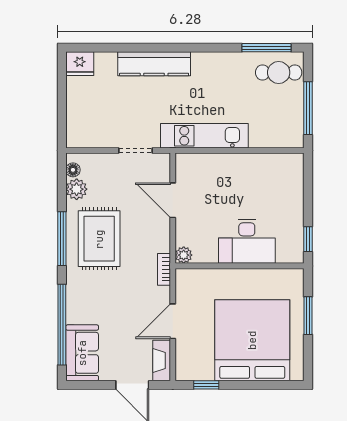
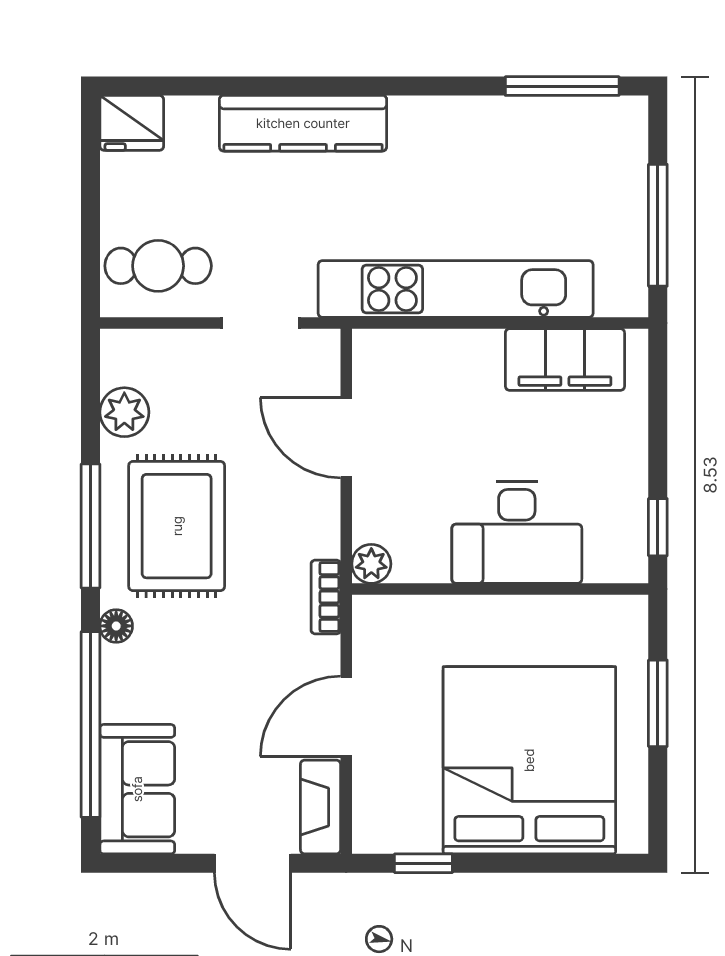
cafe table: (279, 72) -> (158, 266), moved
kitchen unit: (204, 136) -> (456, 289), width x1.36
filing cabinet: (268, 166) -> (565, 360), added
floor lamp: (73, 170) -> (116, 626), moved

